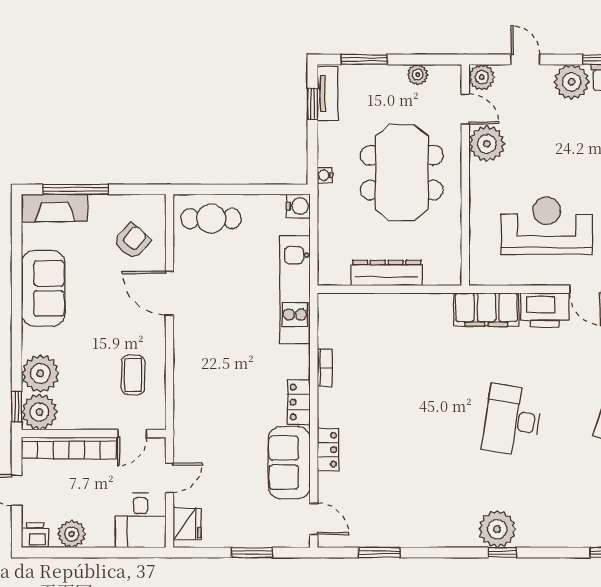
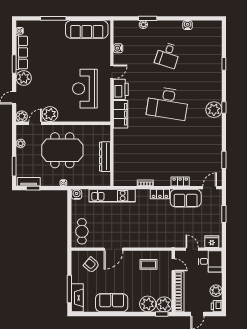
desk: (512, 420) -> (168, 103), width x1.36, depth x1.30

